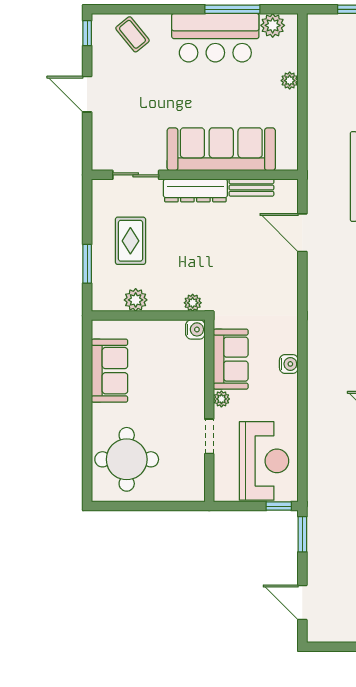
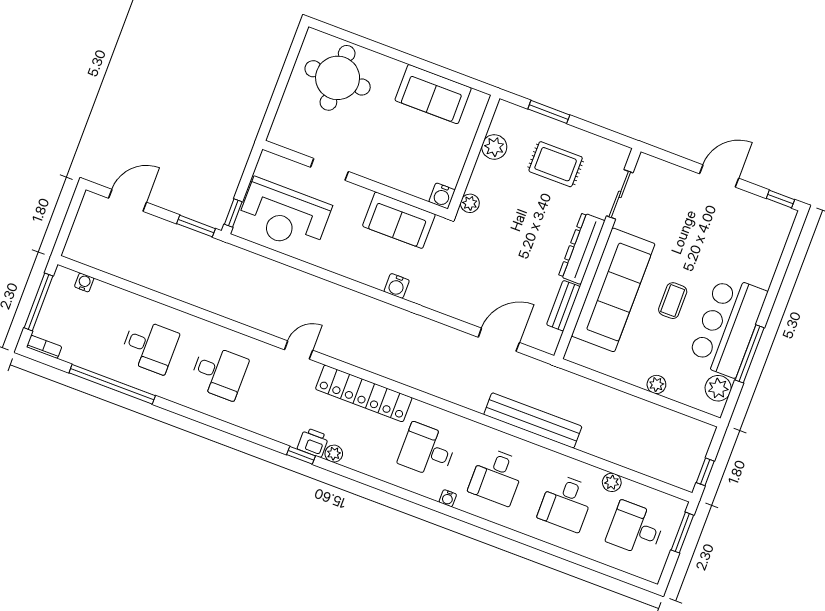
coffee table: (132, 34) -> (673, 301), moved, turned -51
water cooler: (289, 364) -> (397, 286), moved
plant: (221, 399) -> (362, 196), removed

